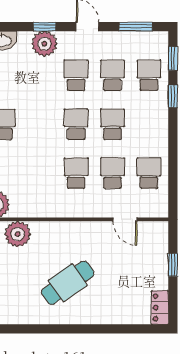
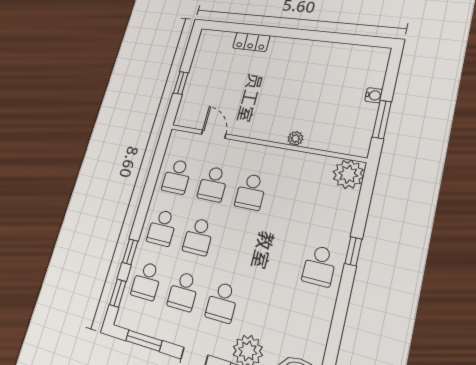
school desk: (76, 124) -> (162, 228), moved
plant: (18, 234) -> (295, 138), moved, width x0.53, depth x0.53
cafe table: (68, 283) -> (289, 79), removed
locker: (160, 307) -> (251, 42), moved, turned 90

